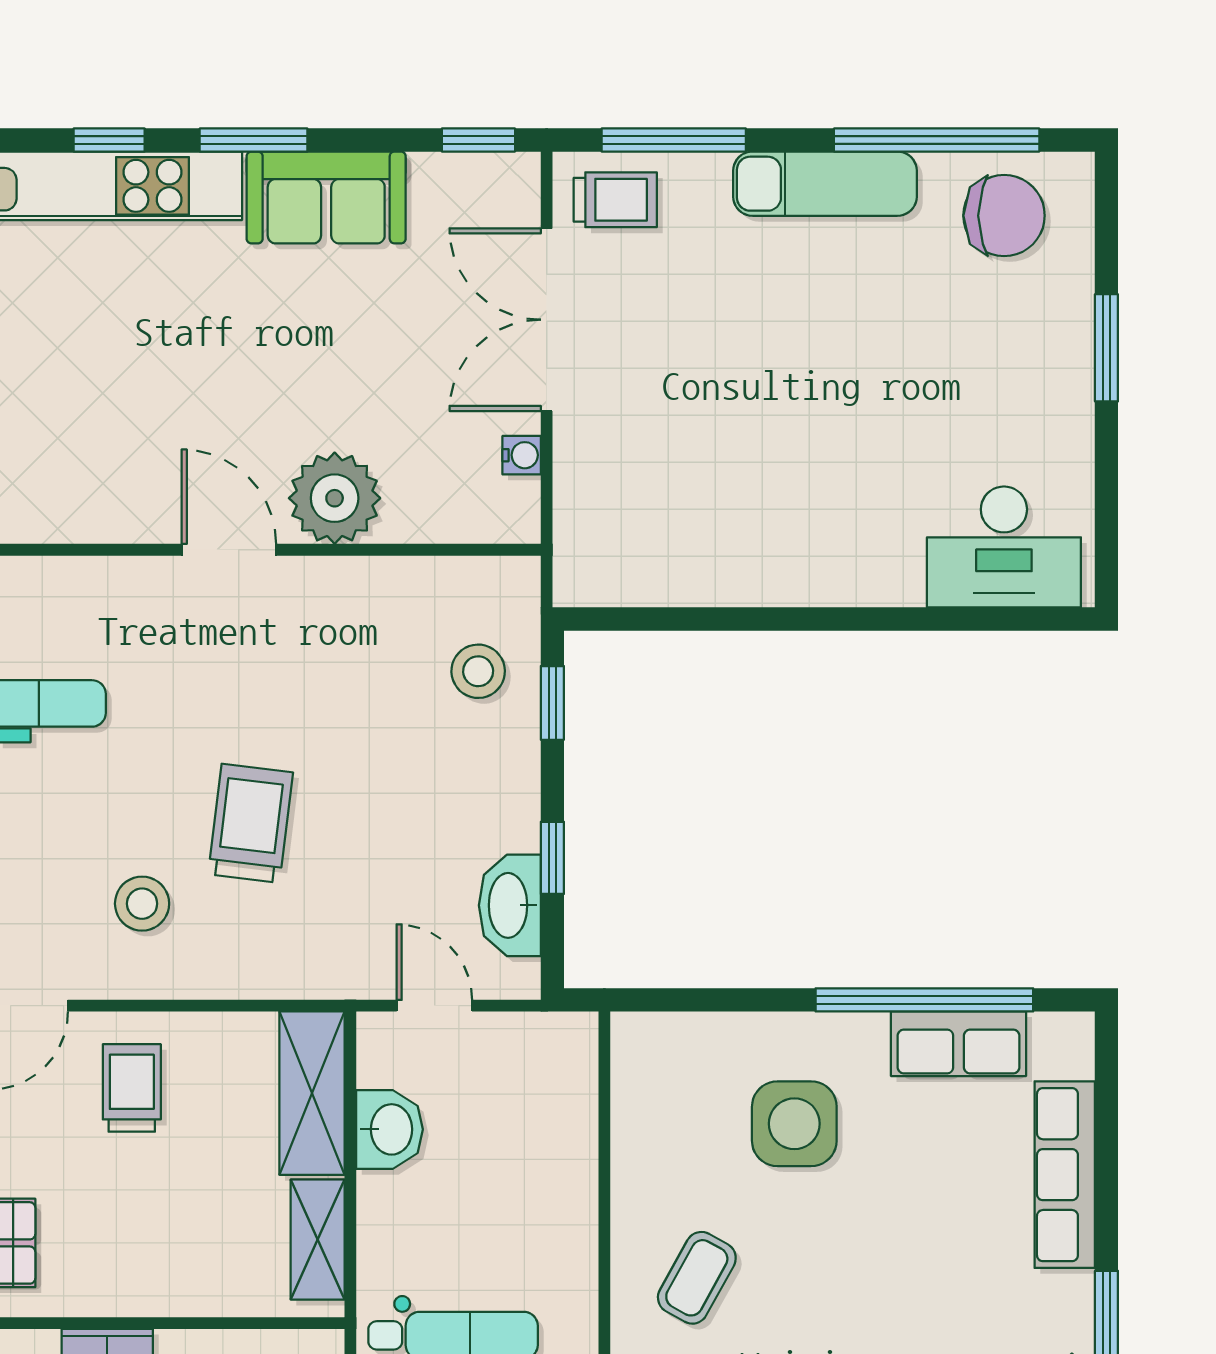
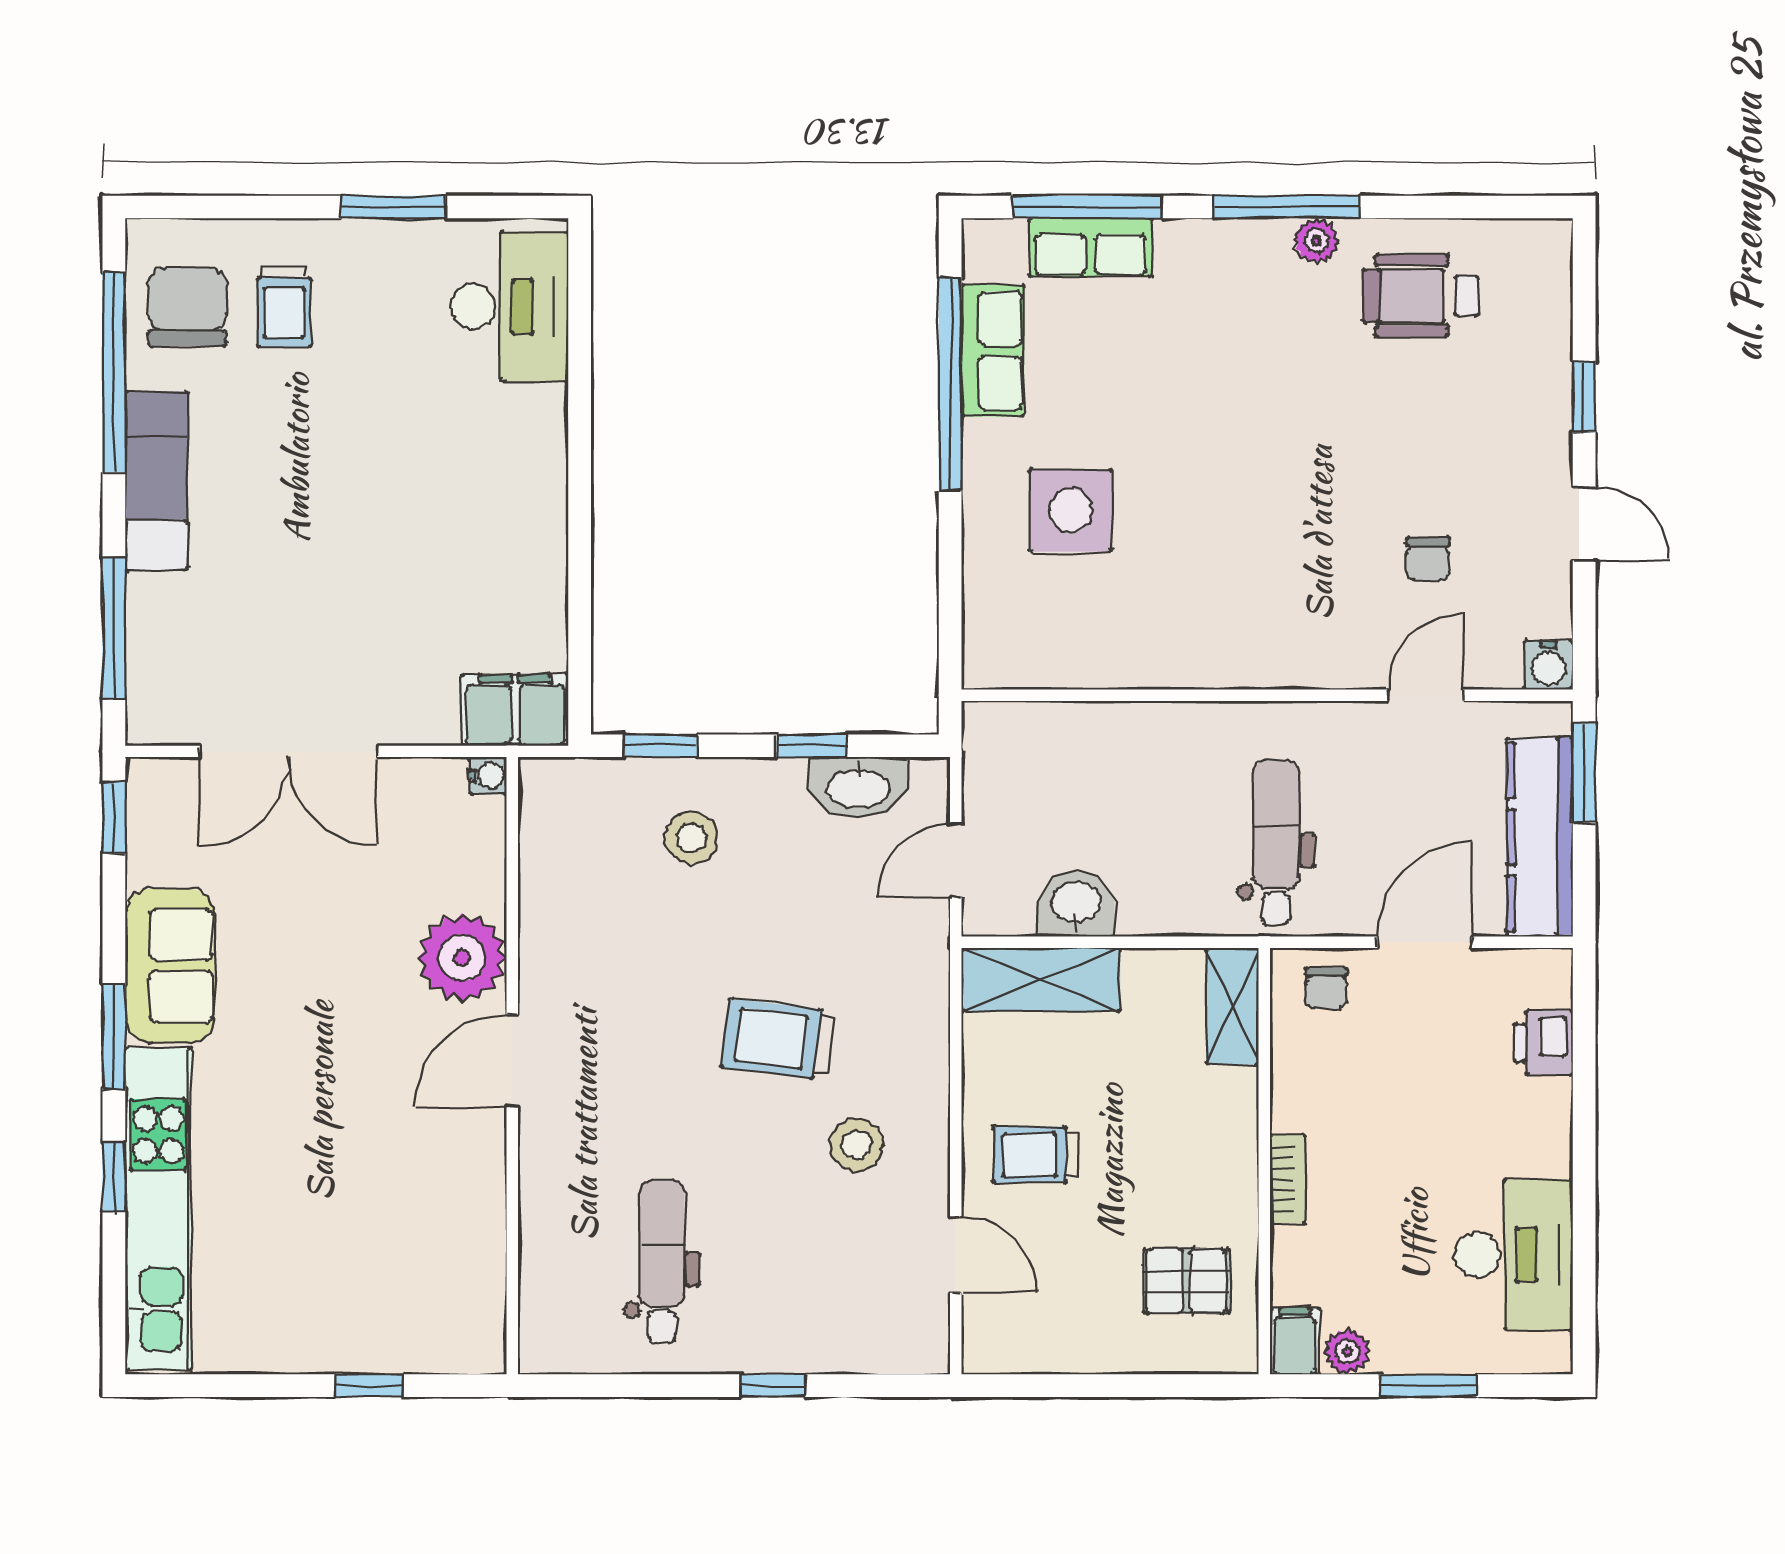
trolley: (615, 200) -> (284, 307), moved, turned 180
window: (1106, 348) -> (393, 207), moved
water cooler: (522, 455) -> (488, 776), moved, turned 90
filing cabinet: (589, 553) -> (515, 710), added
stool: (478, 671) -> (692, 838), moved
window: (1106, 1141) -> (1088, 207), added
row of seats: (1065, 1175) -> (1091, 248), width x0.68
shelving: (318, 1240) -> (1232, 1006), moved, turned 90
coffee table: (697, 1278) -> (1220, 605), removed

